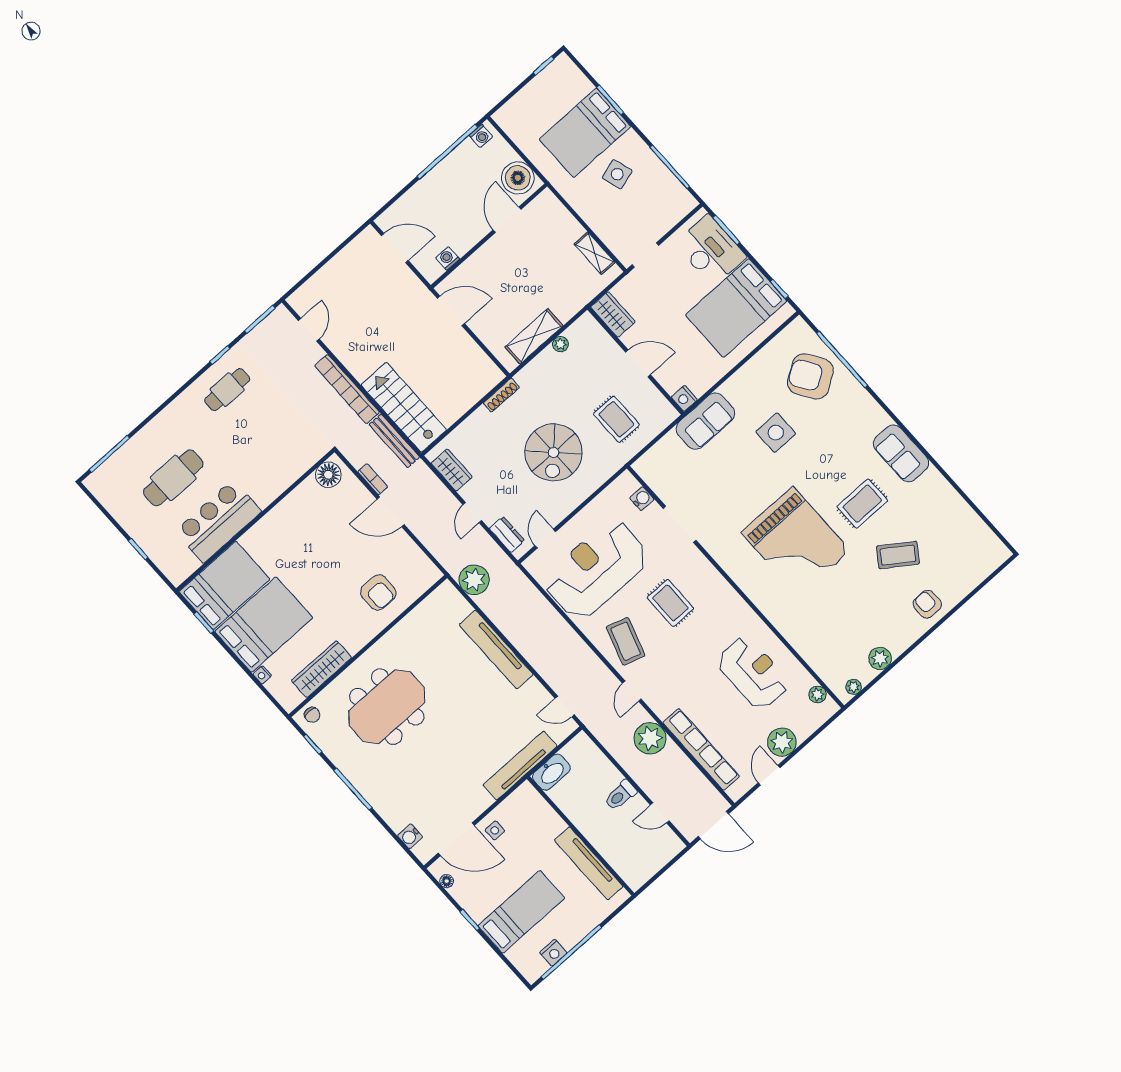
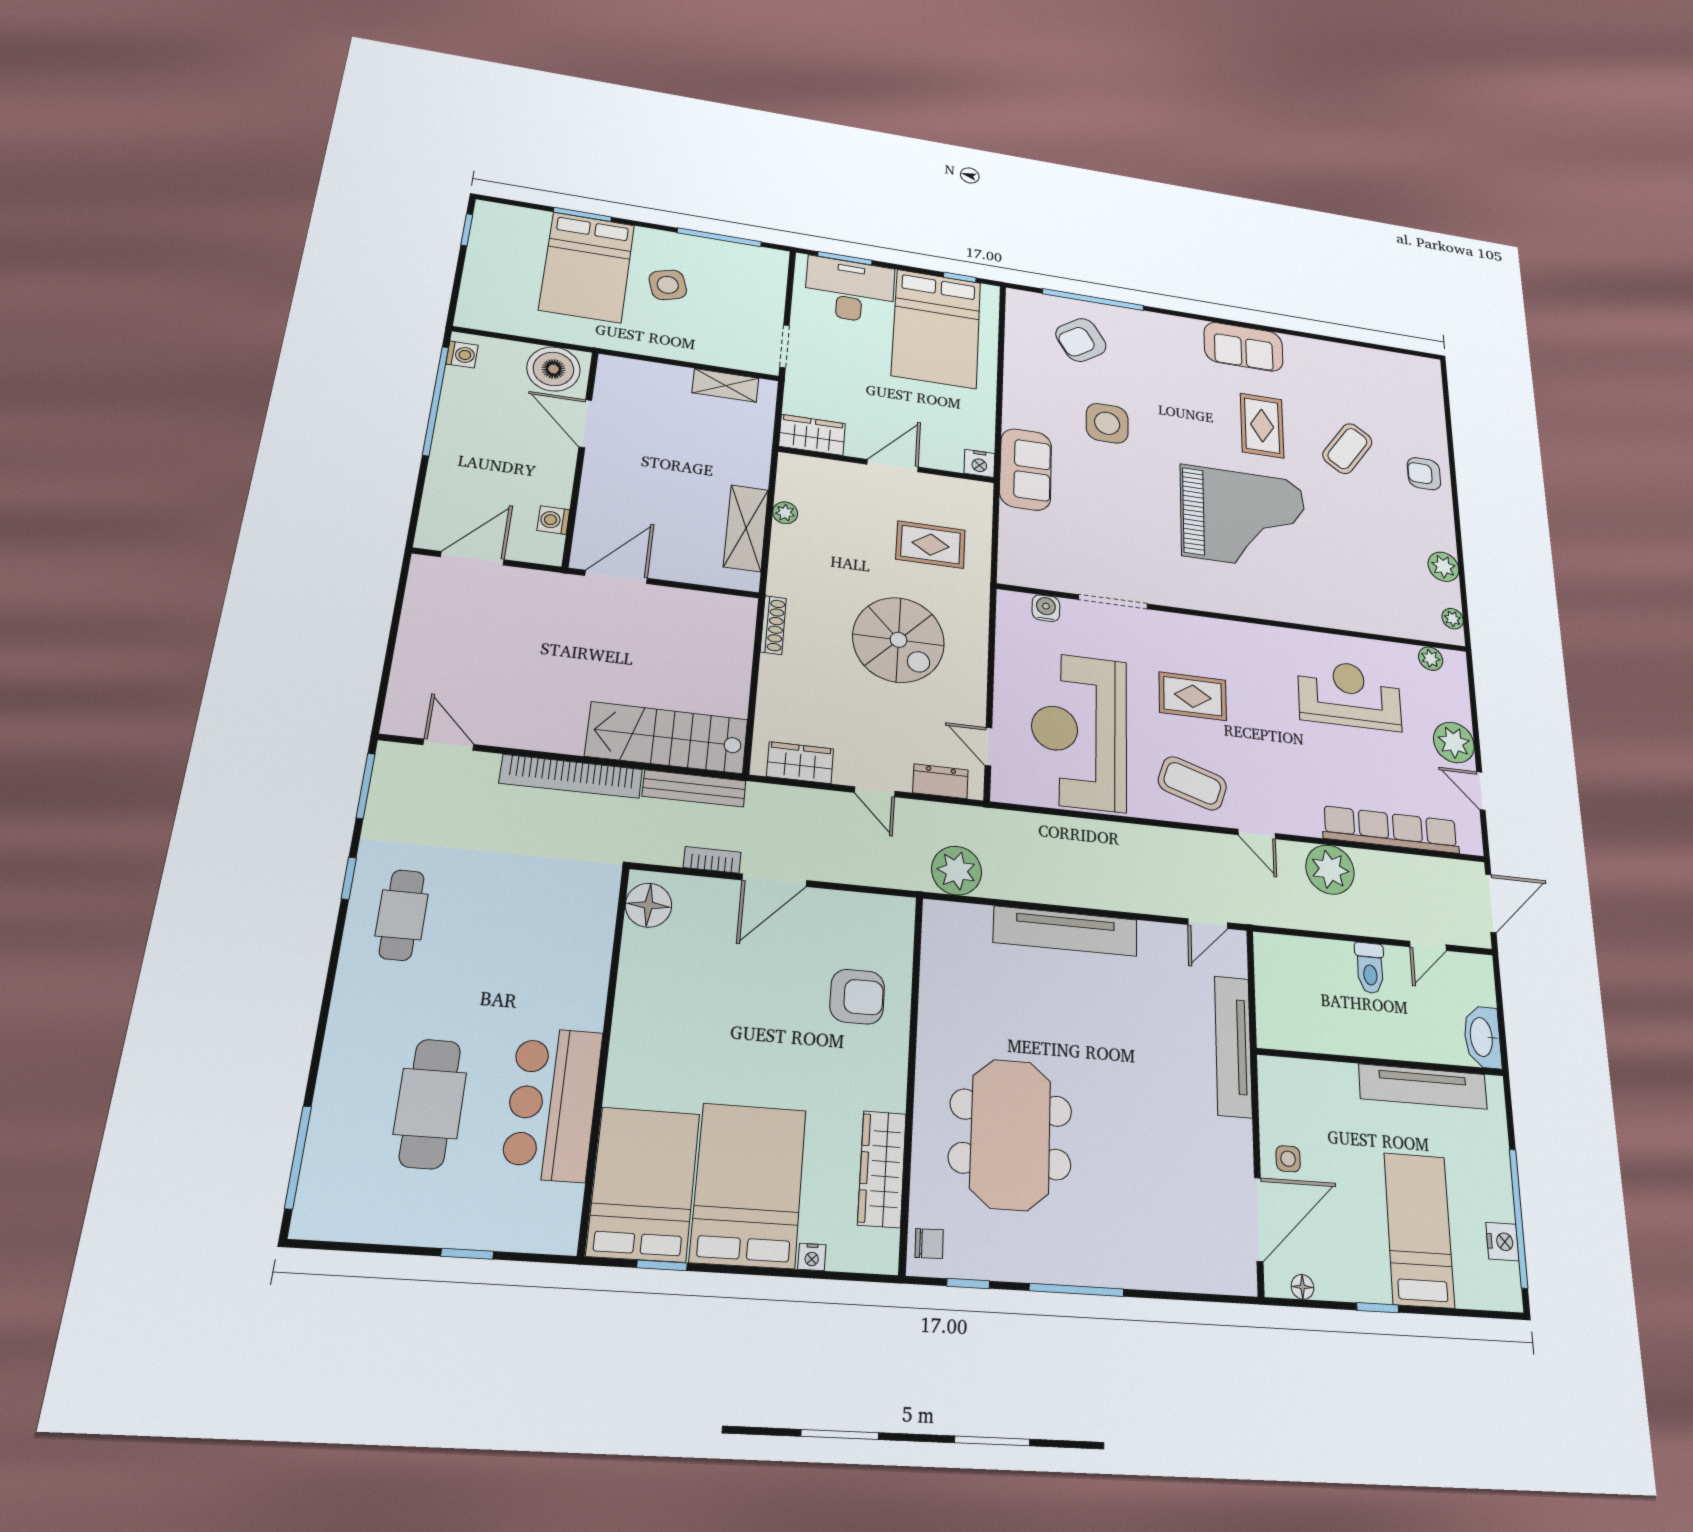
armchair: (810, 376) -> (1081, 340), width x0.73, depth x0.73
washbasin: (551, 772) -> (1482, 1037), moved, turned 180
water cooler: (410, 836) -> (1204, 1276), removed

